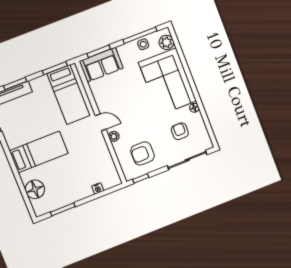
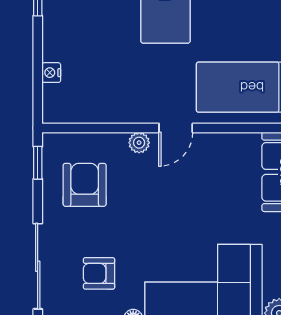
armchair: (180, 131) -> (99, 273), turned 180

